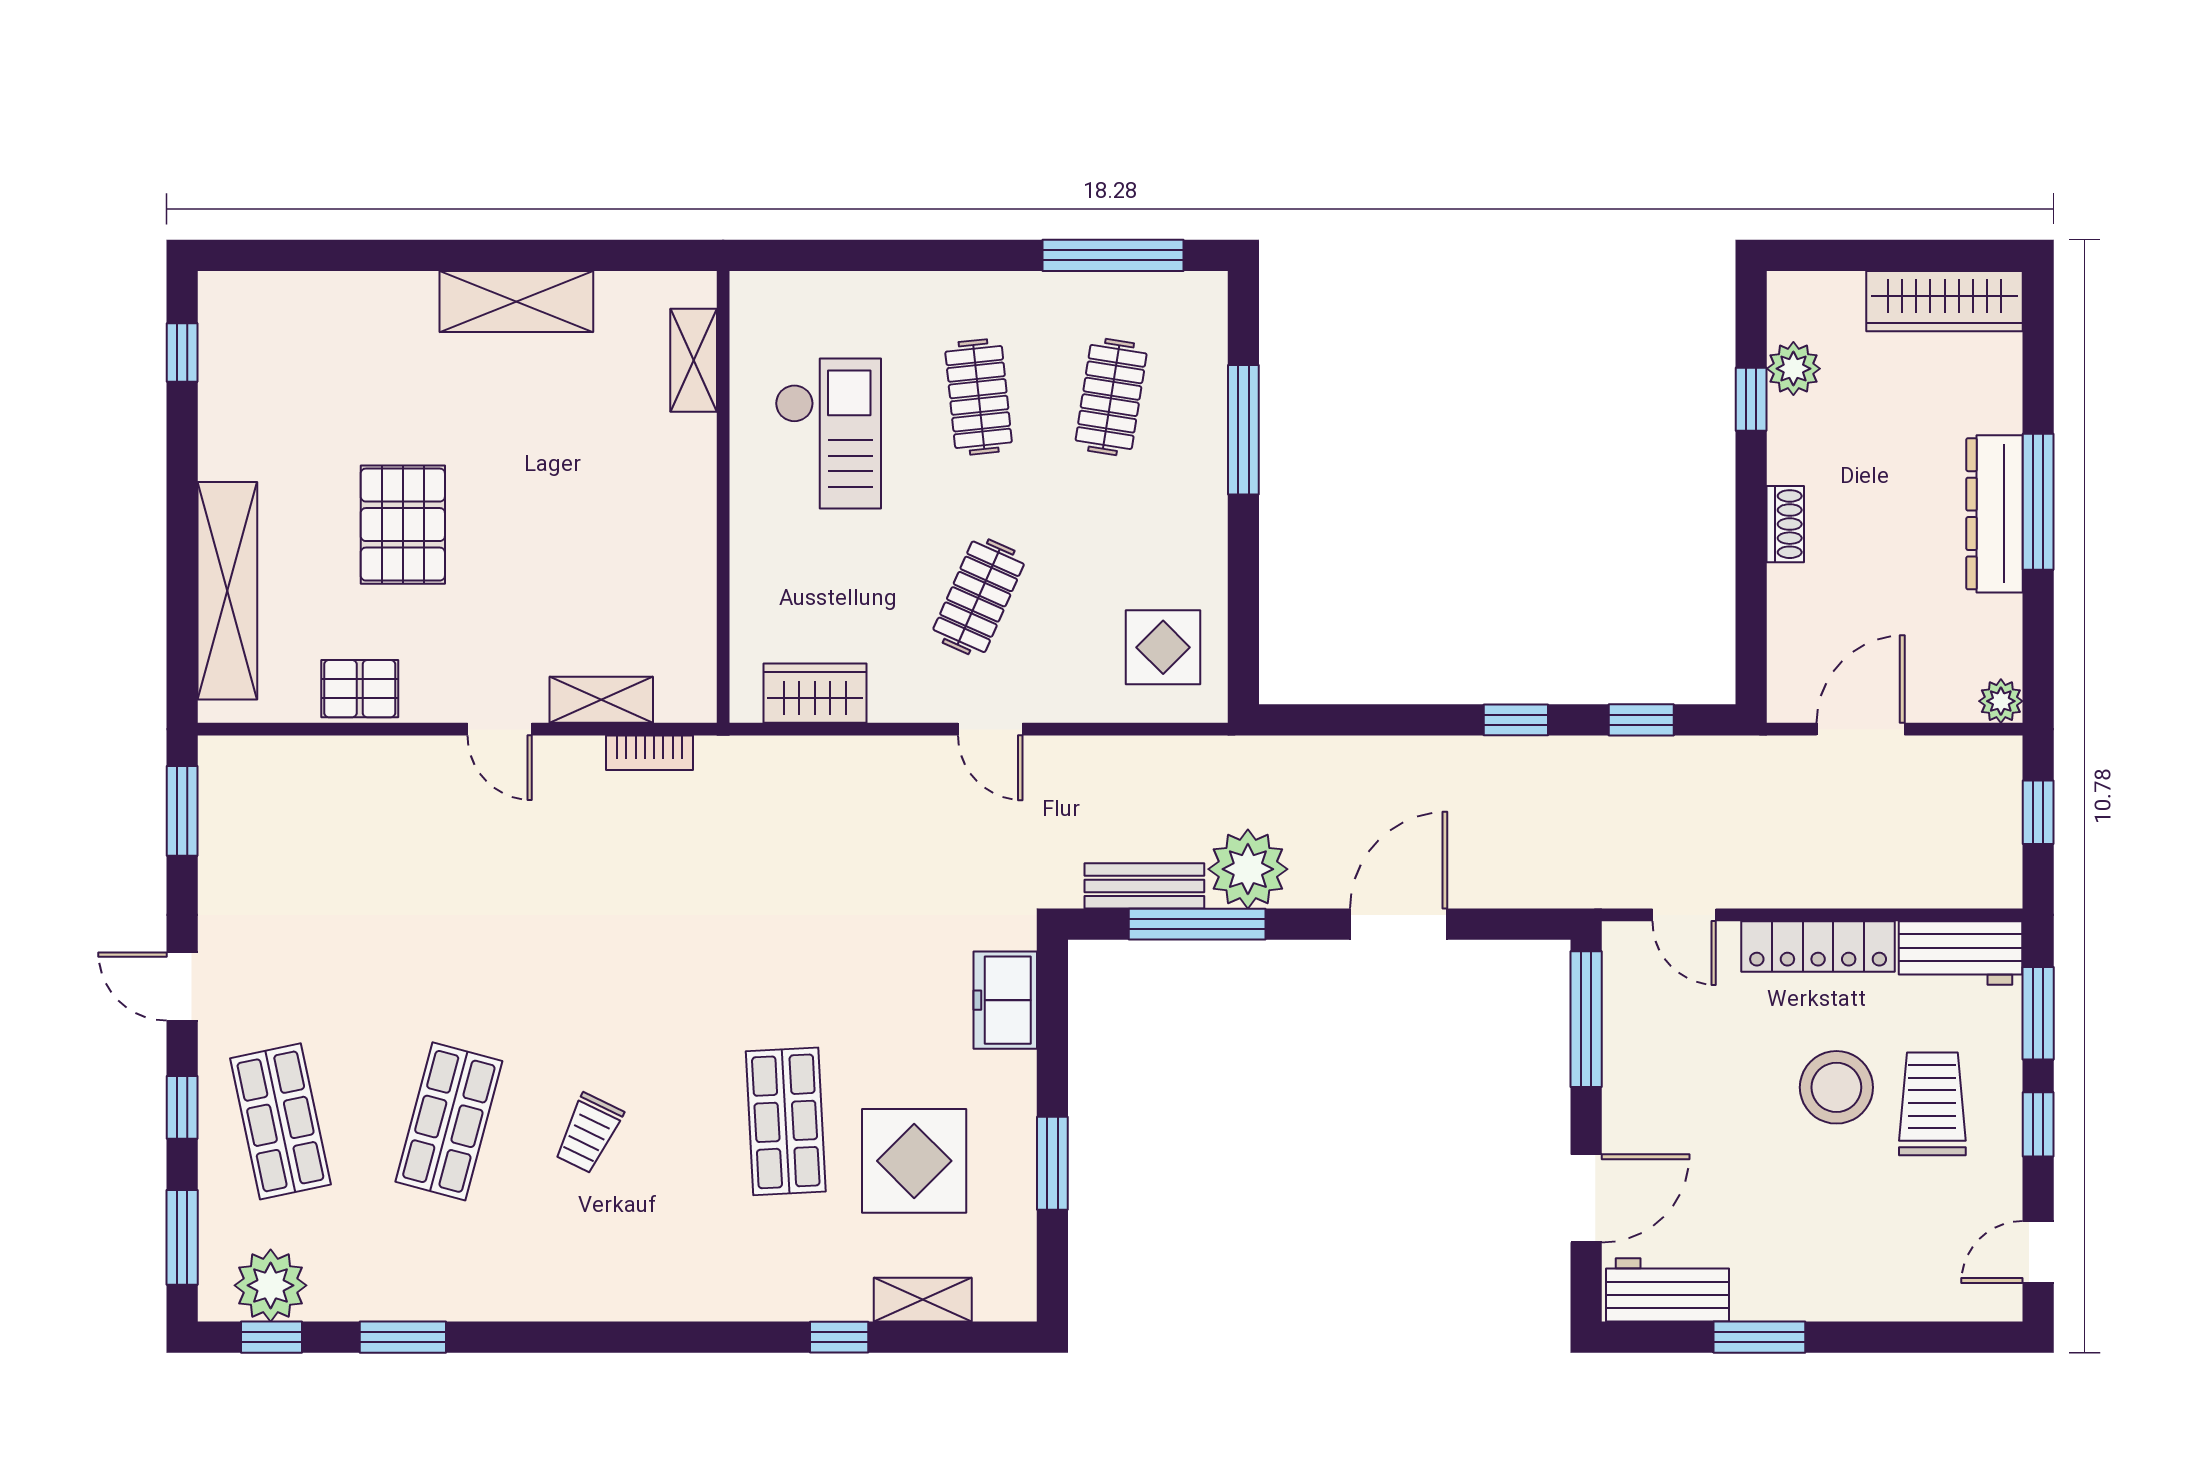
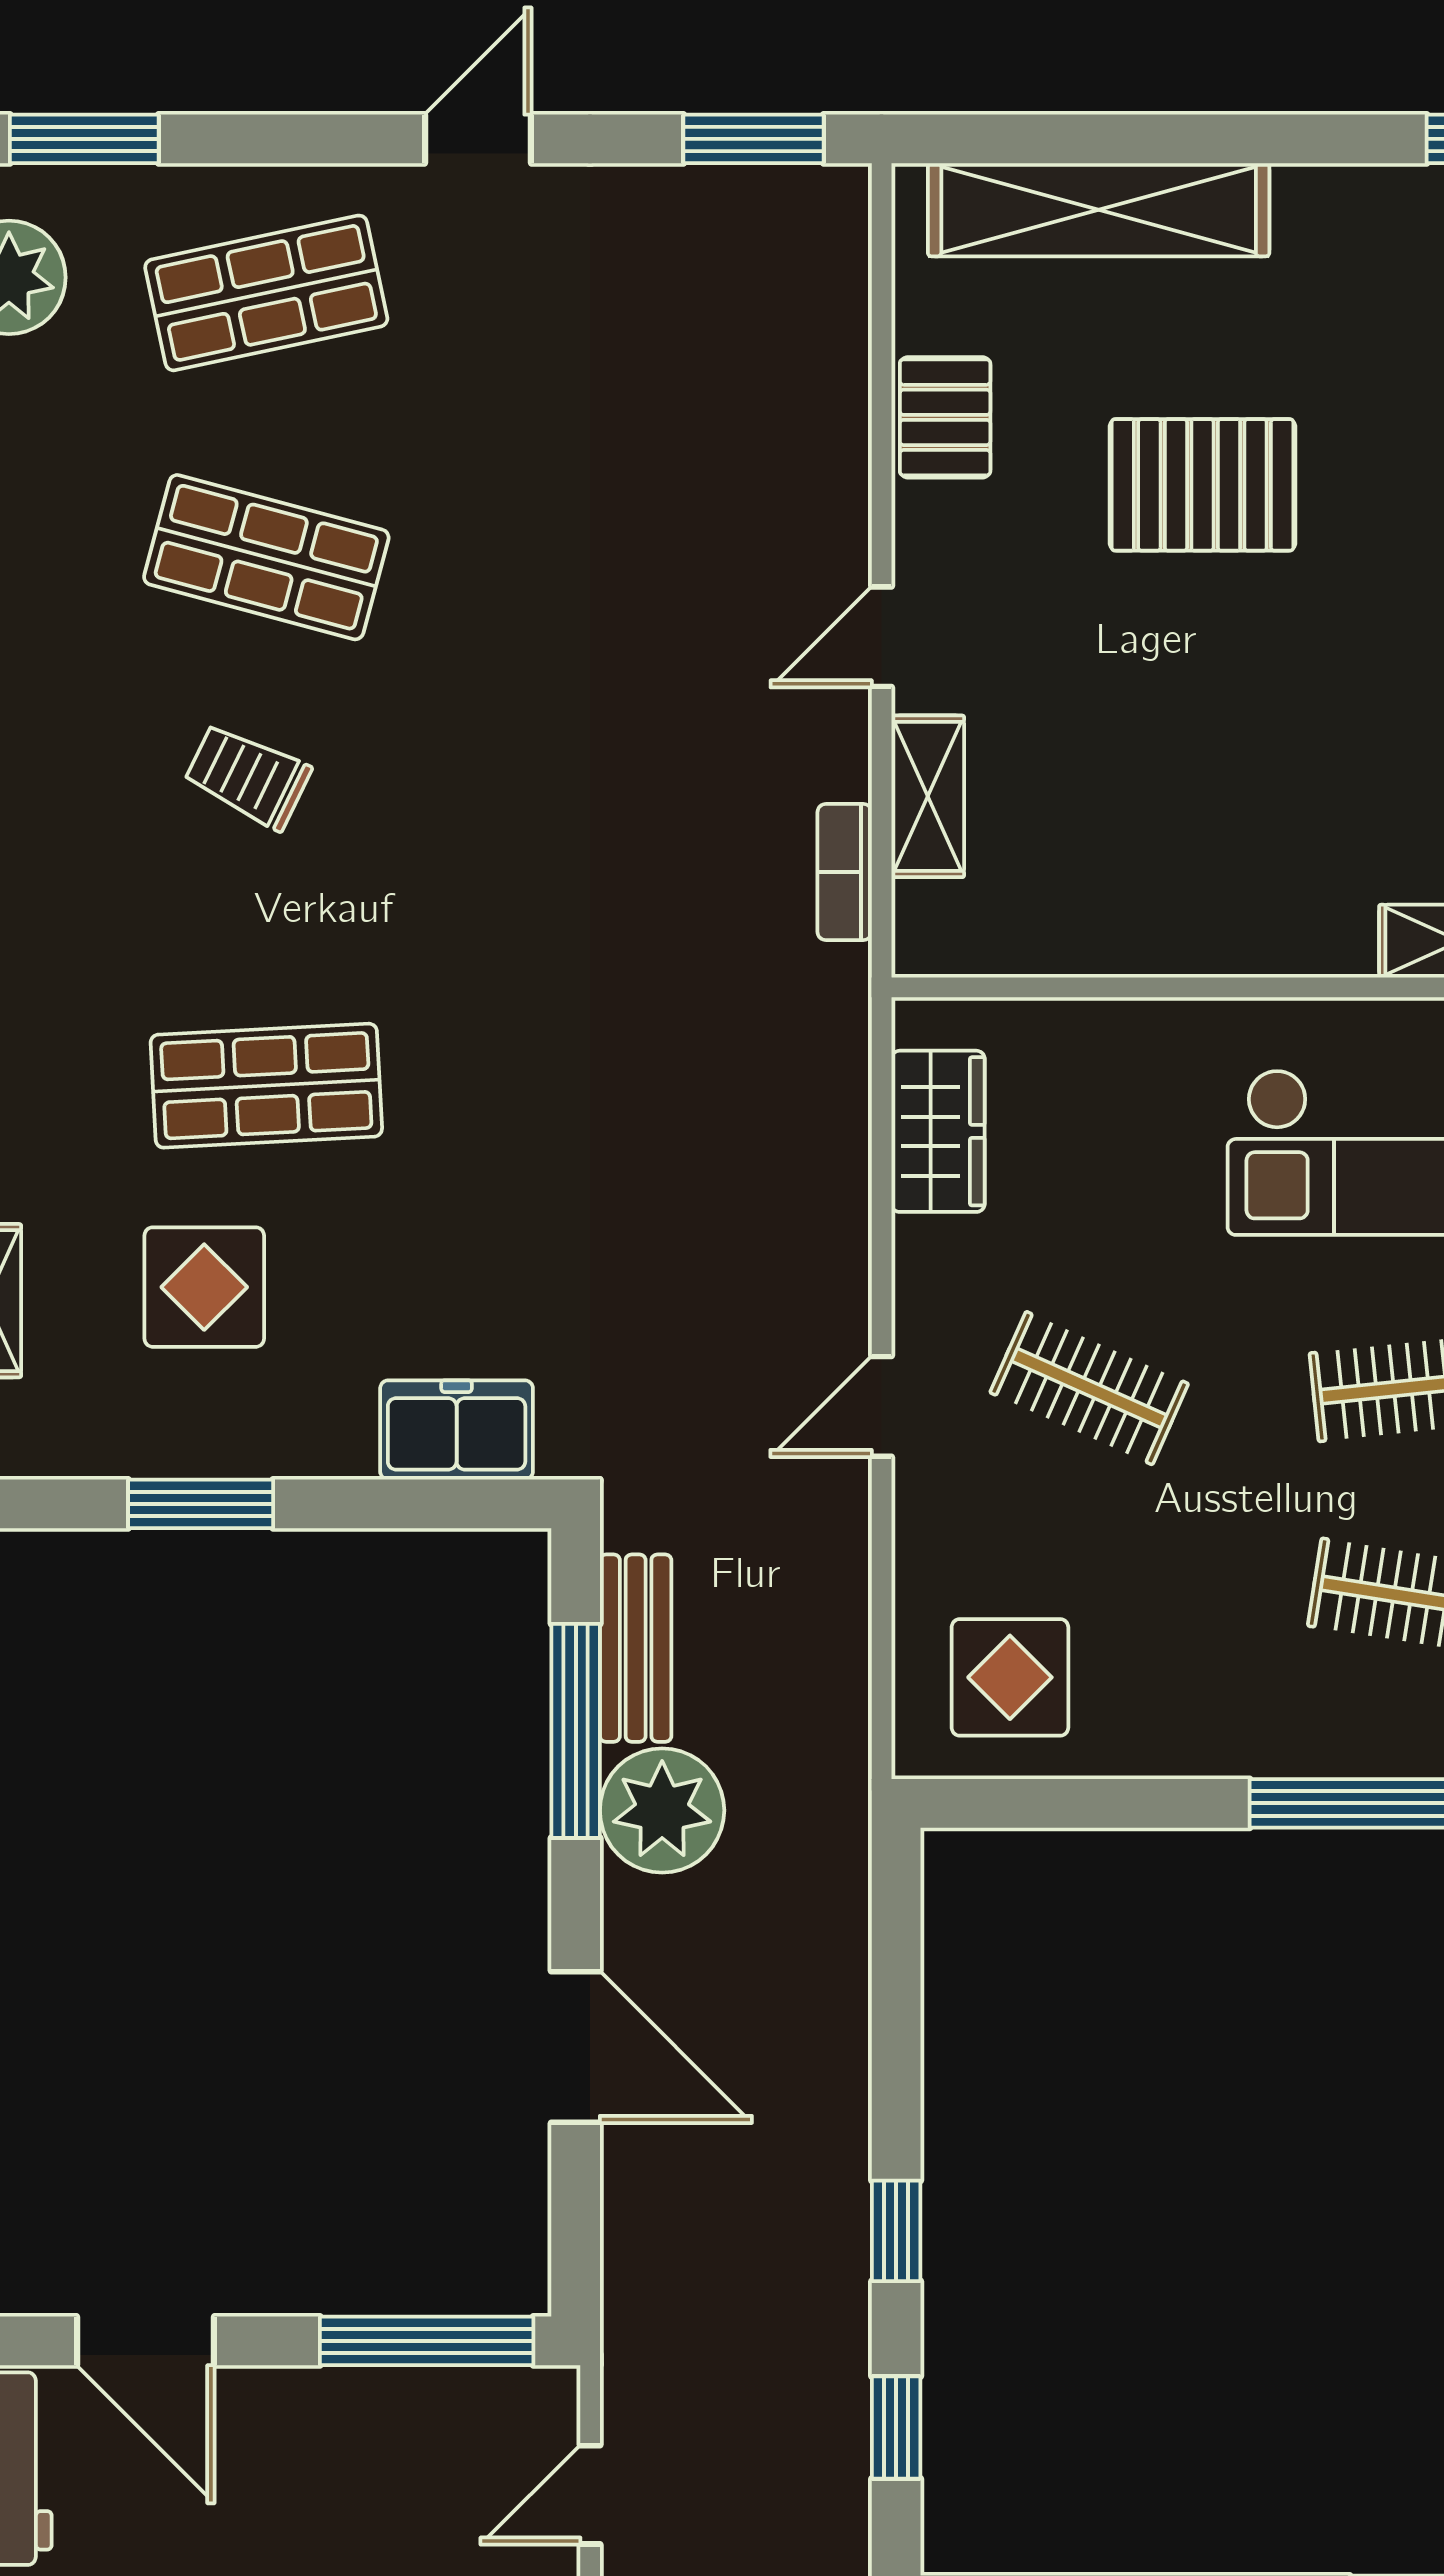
window: (182, 1107) -> (288, 139), removed
display table: (914, 1161) -> (204, 1287), width x0.73, depth x0.73

